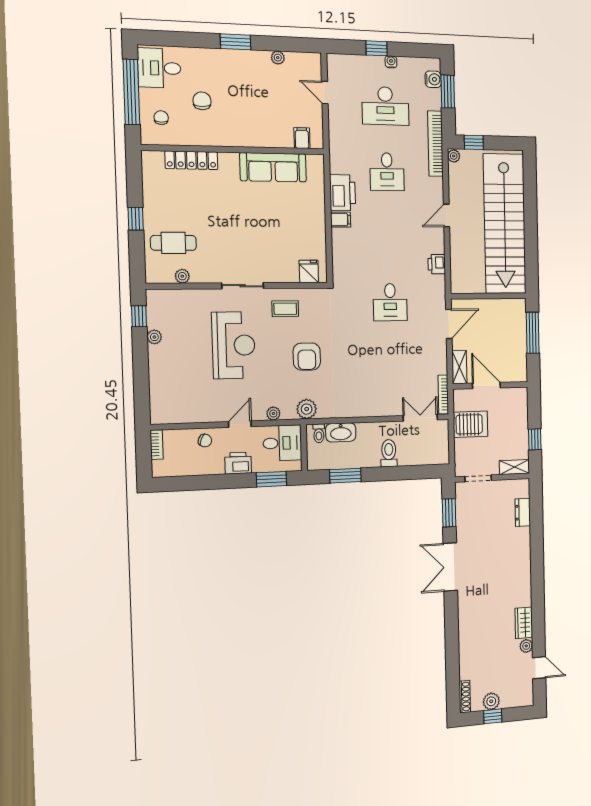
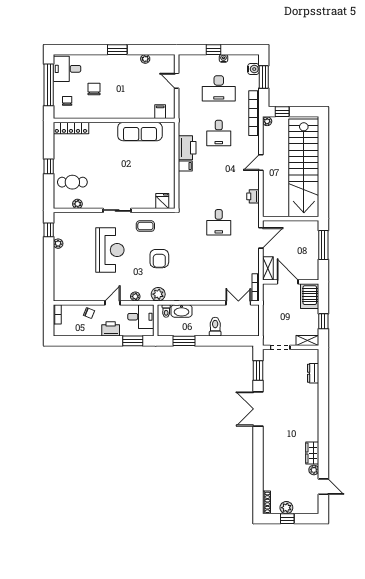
locker: (191, 160) -> (71, 128), moved
server rack: (470, 424) -> (310, 296), moved, turned 90

